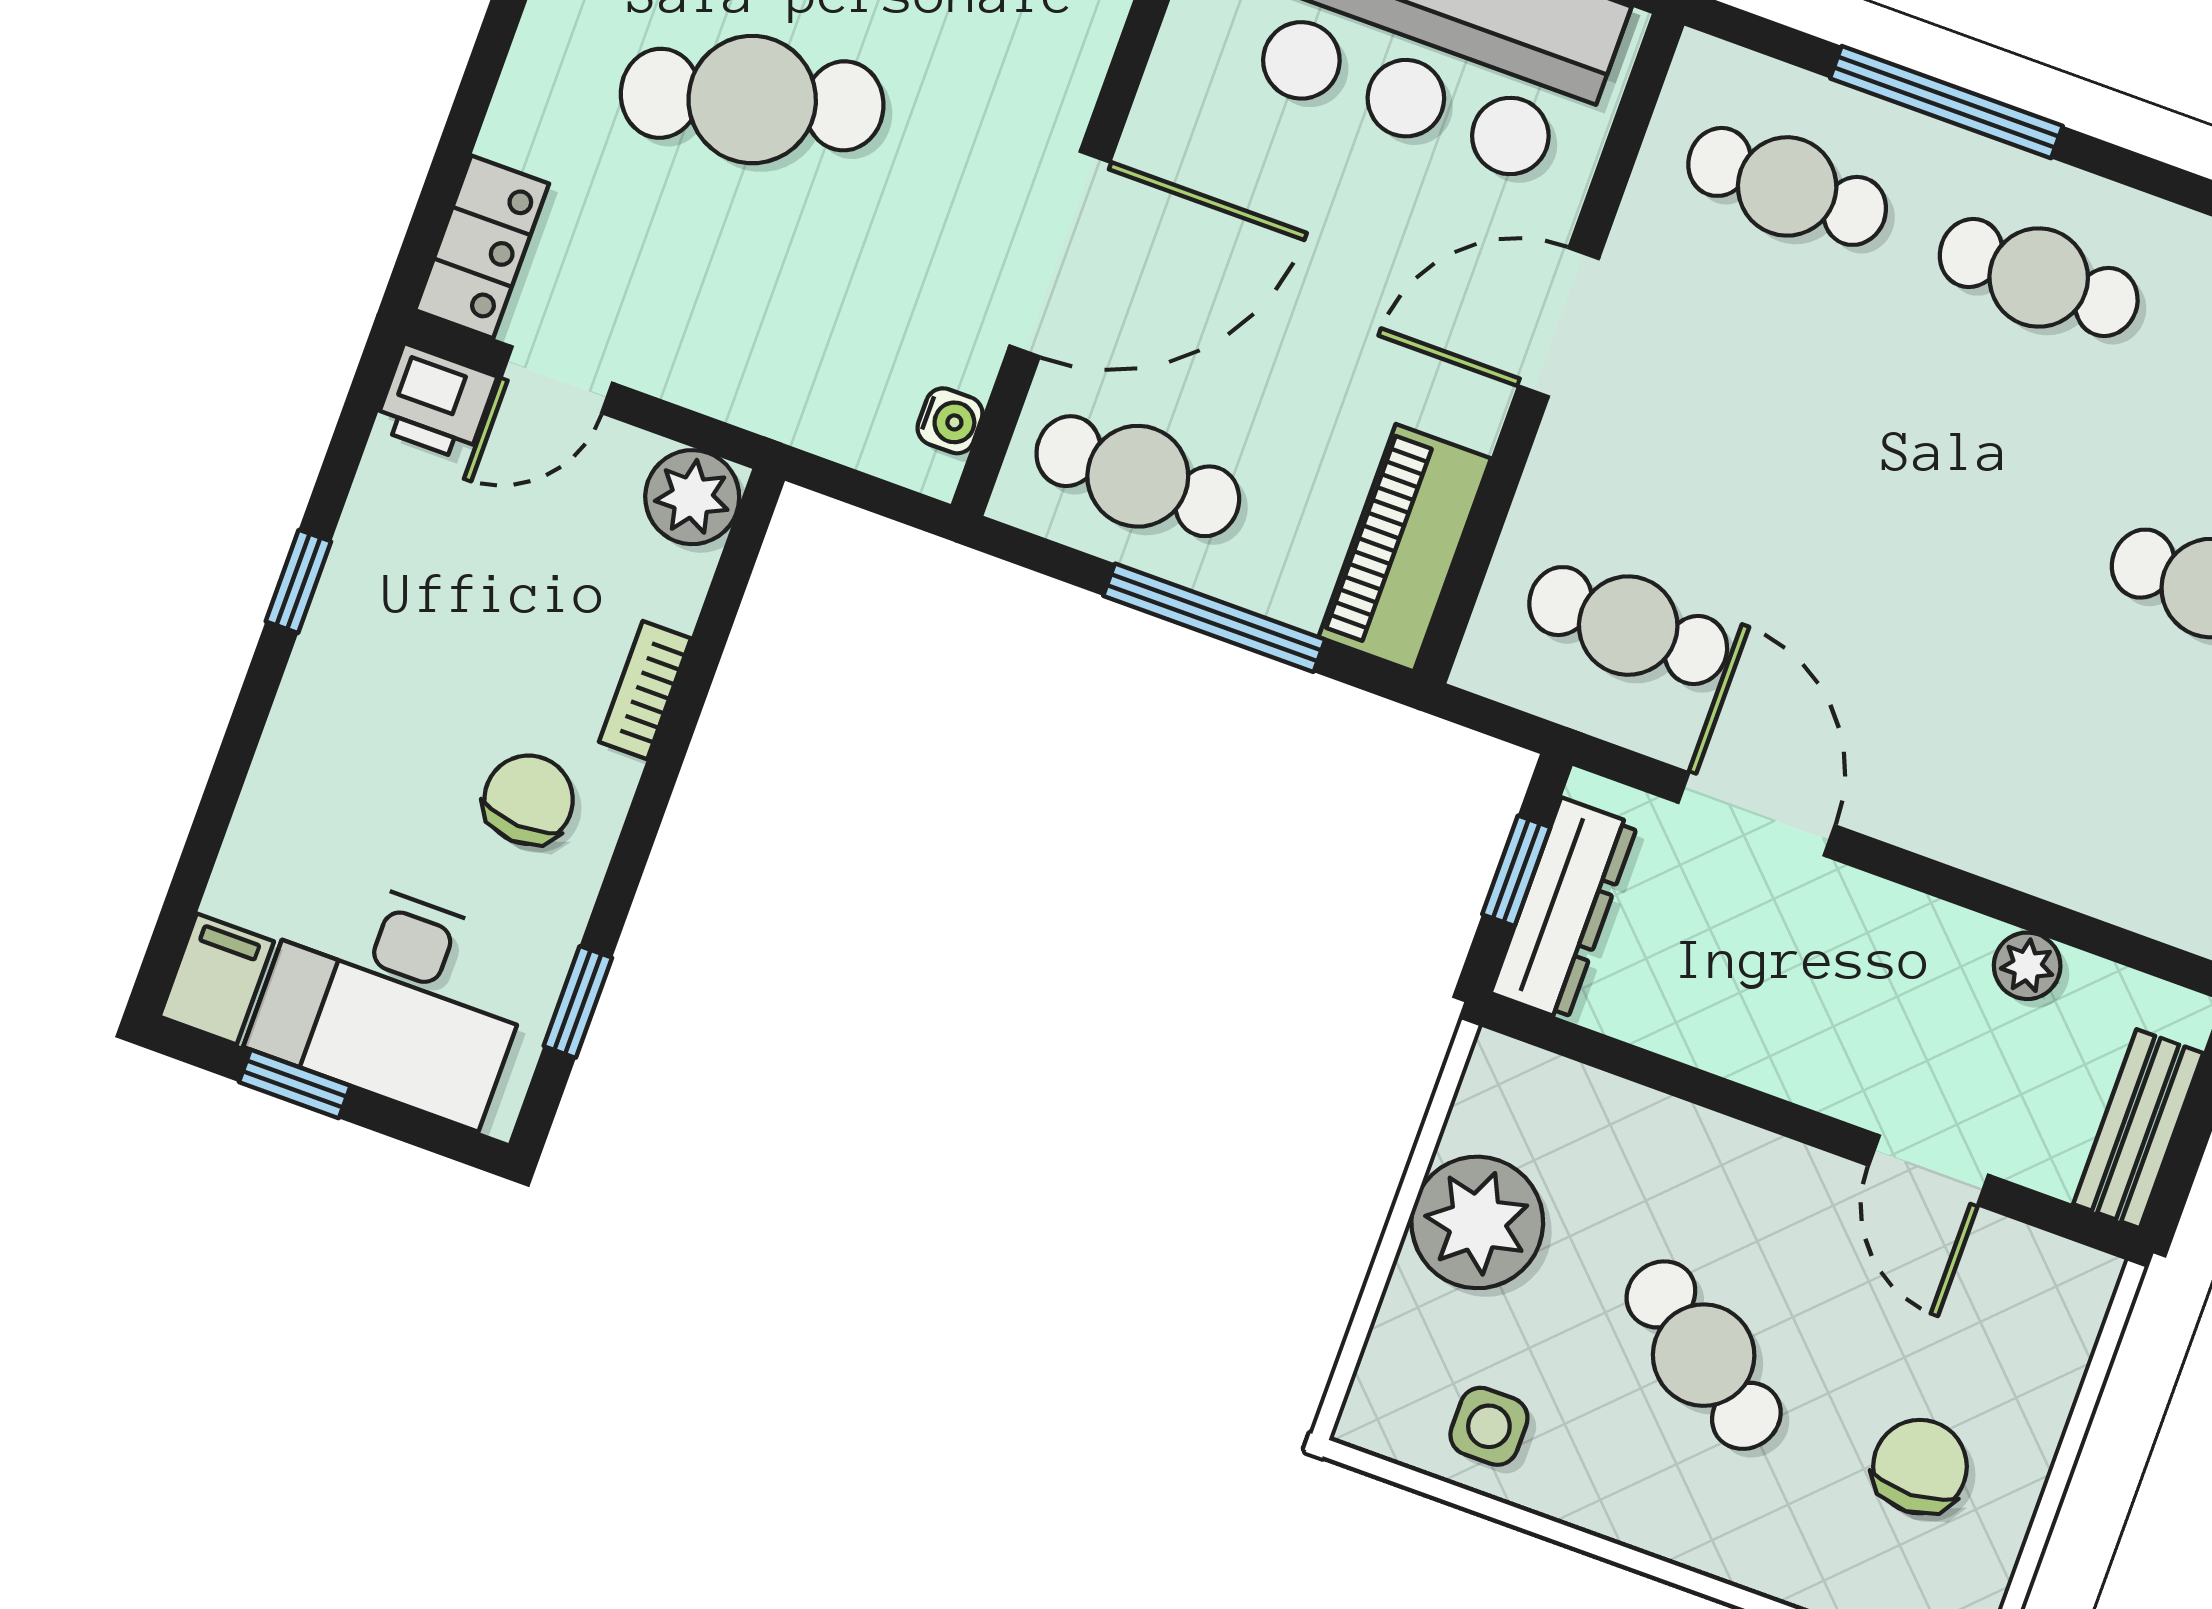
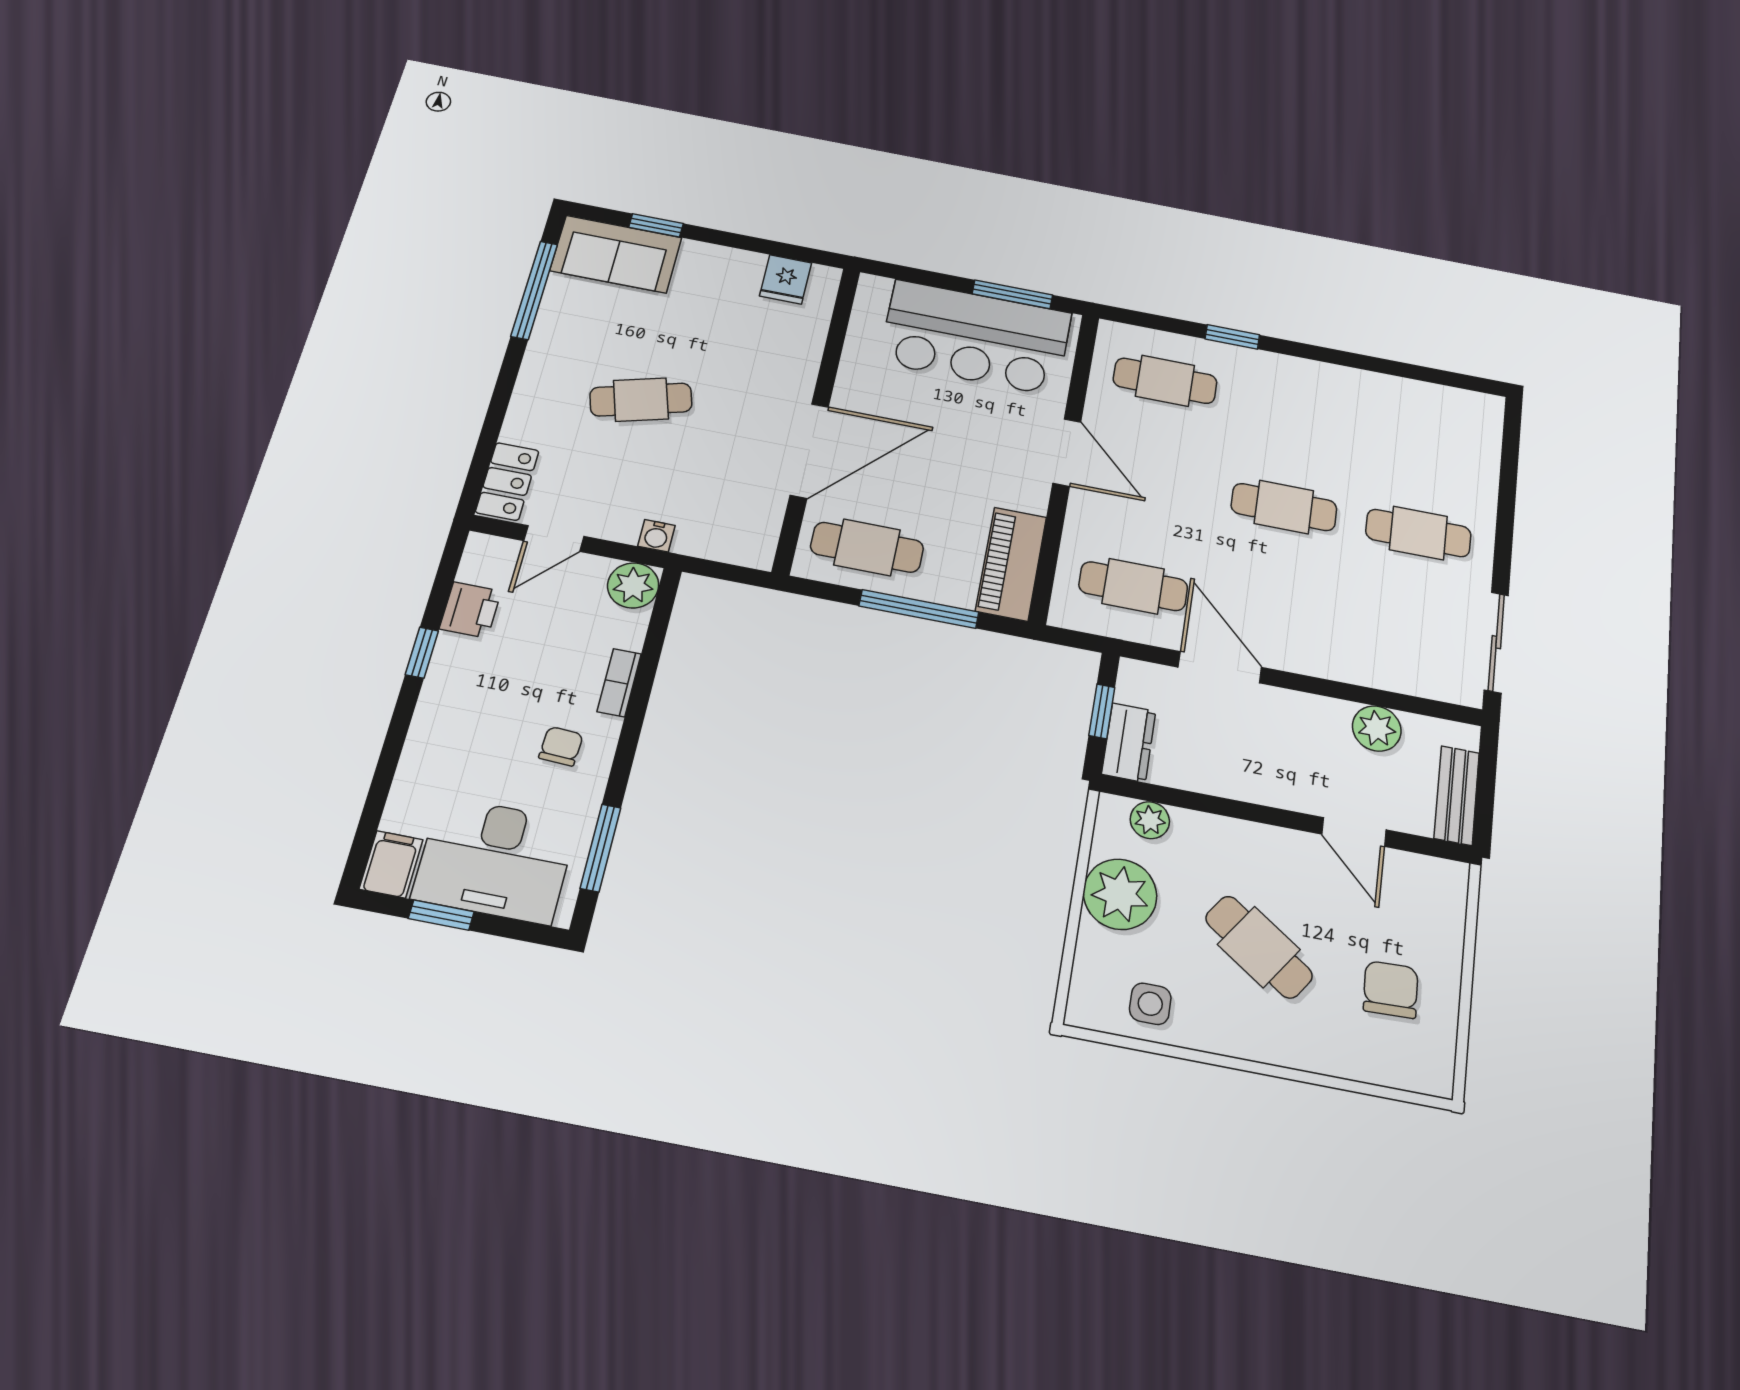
cafe table: (752, 100) -> (641, 400), width x0.73, depth x0.74
window: (1946, 102) -> (1232, 337), width x0.46
cafe table: (2039, 277) -> (1284, 507), moved
door: (1559, 322) -> (1067, 452), swing flipped
printer: (436, 402) -> (470, 610), moved, turned -90
water cooler: (950, 421) -> (656, 536), moved, turned 90
chair: (529, 800) -> (561, 746), width x0.73, depth x0.73
dresser: (1564, 909) -> (1129, 743), width x0.70
plant: (2027, 966) -> (1377, 728), width x1.38, depth x1.38
window: (578, 1002) -> (601, 848), width x1.50
plant: (1560, 1093) -> (1150, 820), added

